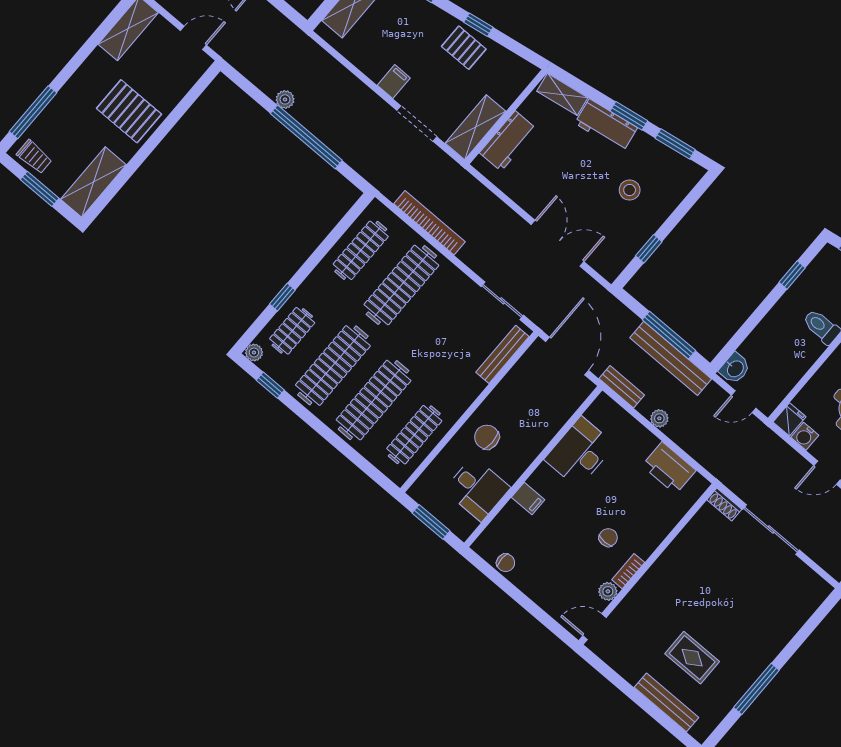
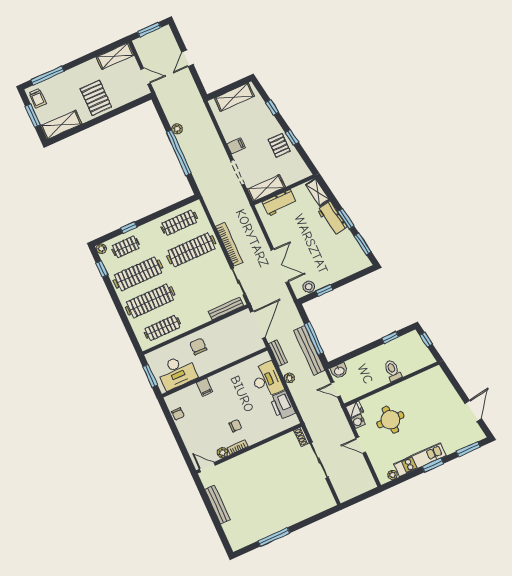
stool: (630, 190) -> (309, 287), moved
bookcase: (430, 223) -> (229, 244), moved
desk: (580, 452) -> (267, 380), moved, turned 90
desk: (477, 489) -> (177, 372), width x1.37
rug: (692, 658) -> (249, 506), removed
bench: (666, 702) -> (217, 505), moved

